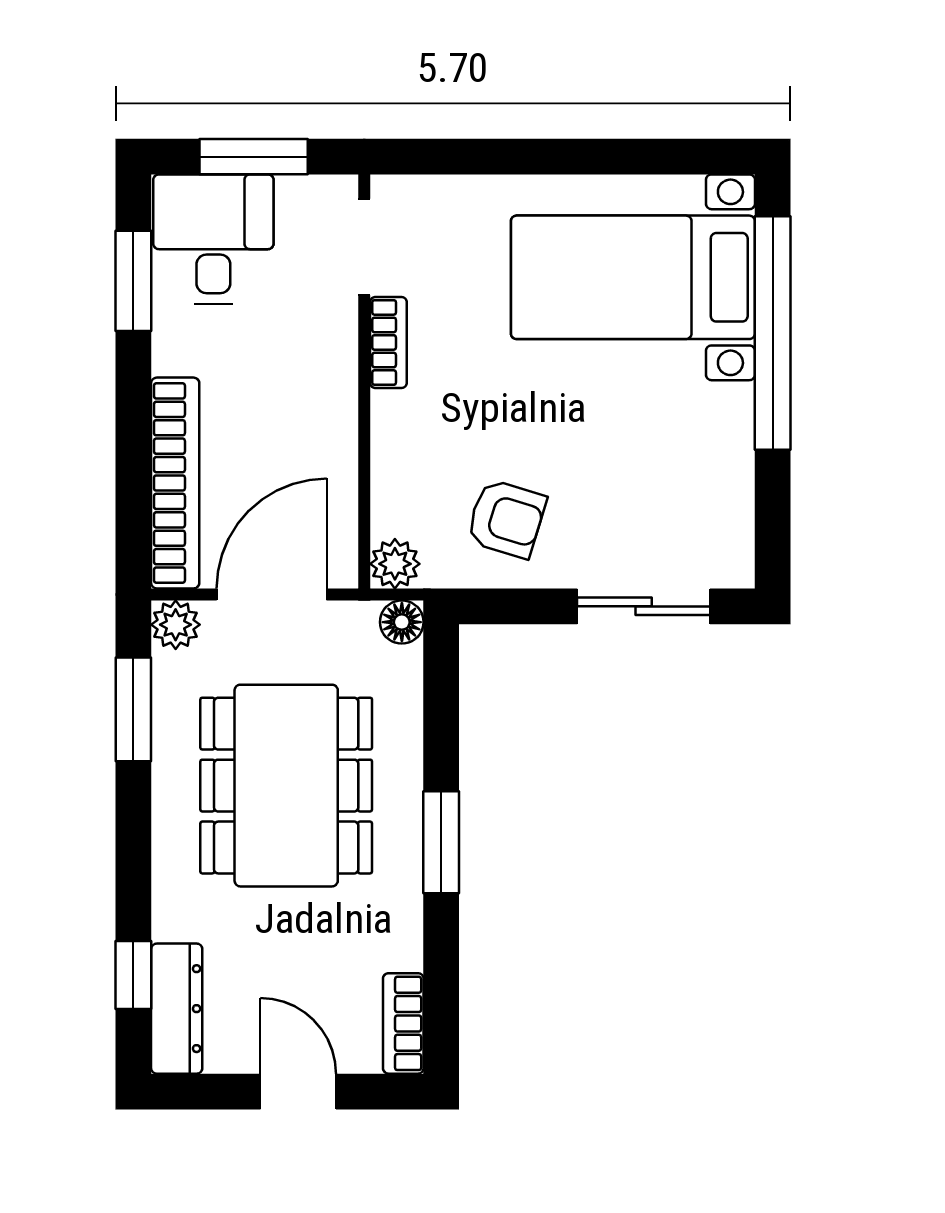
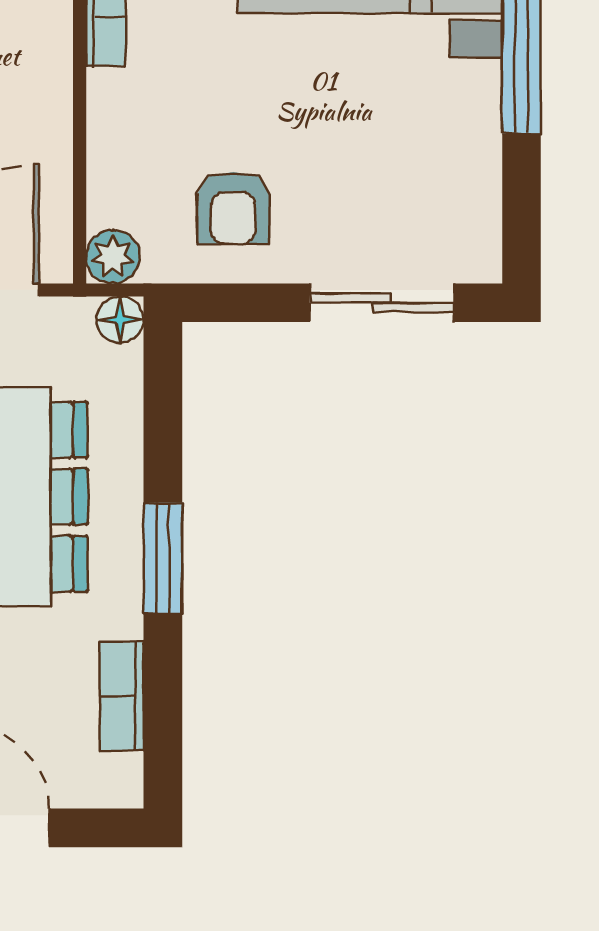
armchair: (506, 519) -> (233, 208), turned 73
bookcase: (403, 1023) -> (122, 696), moved

